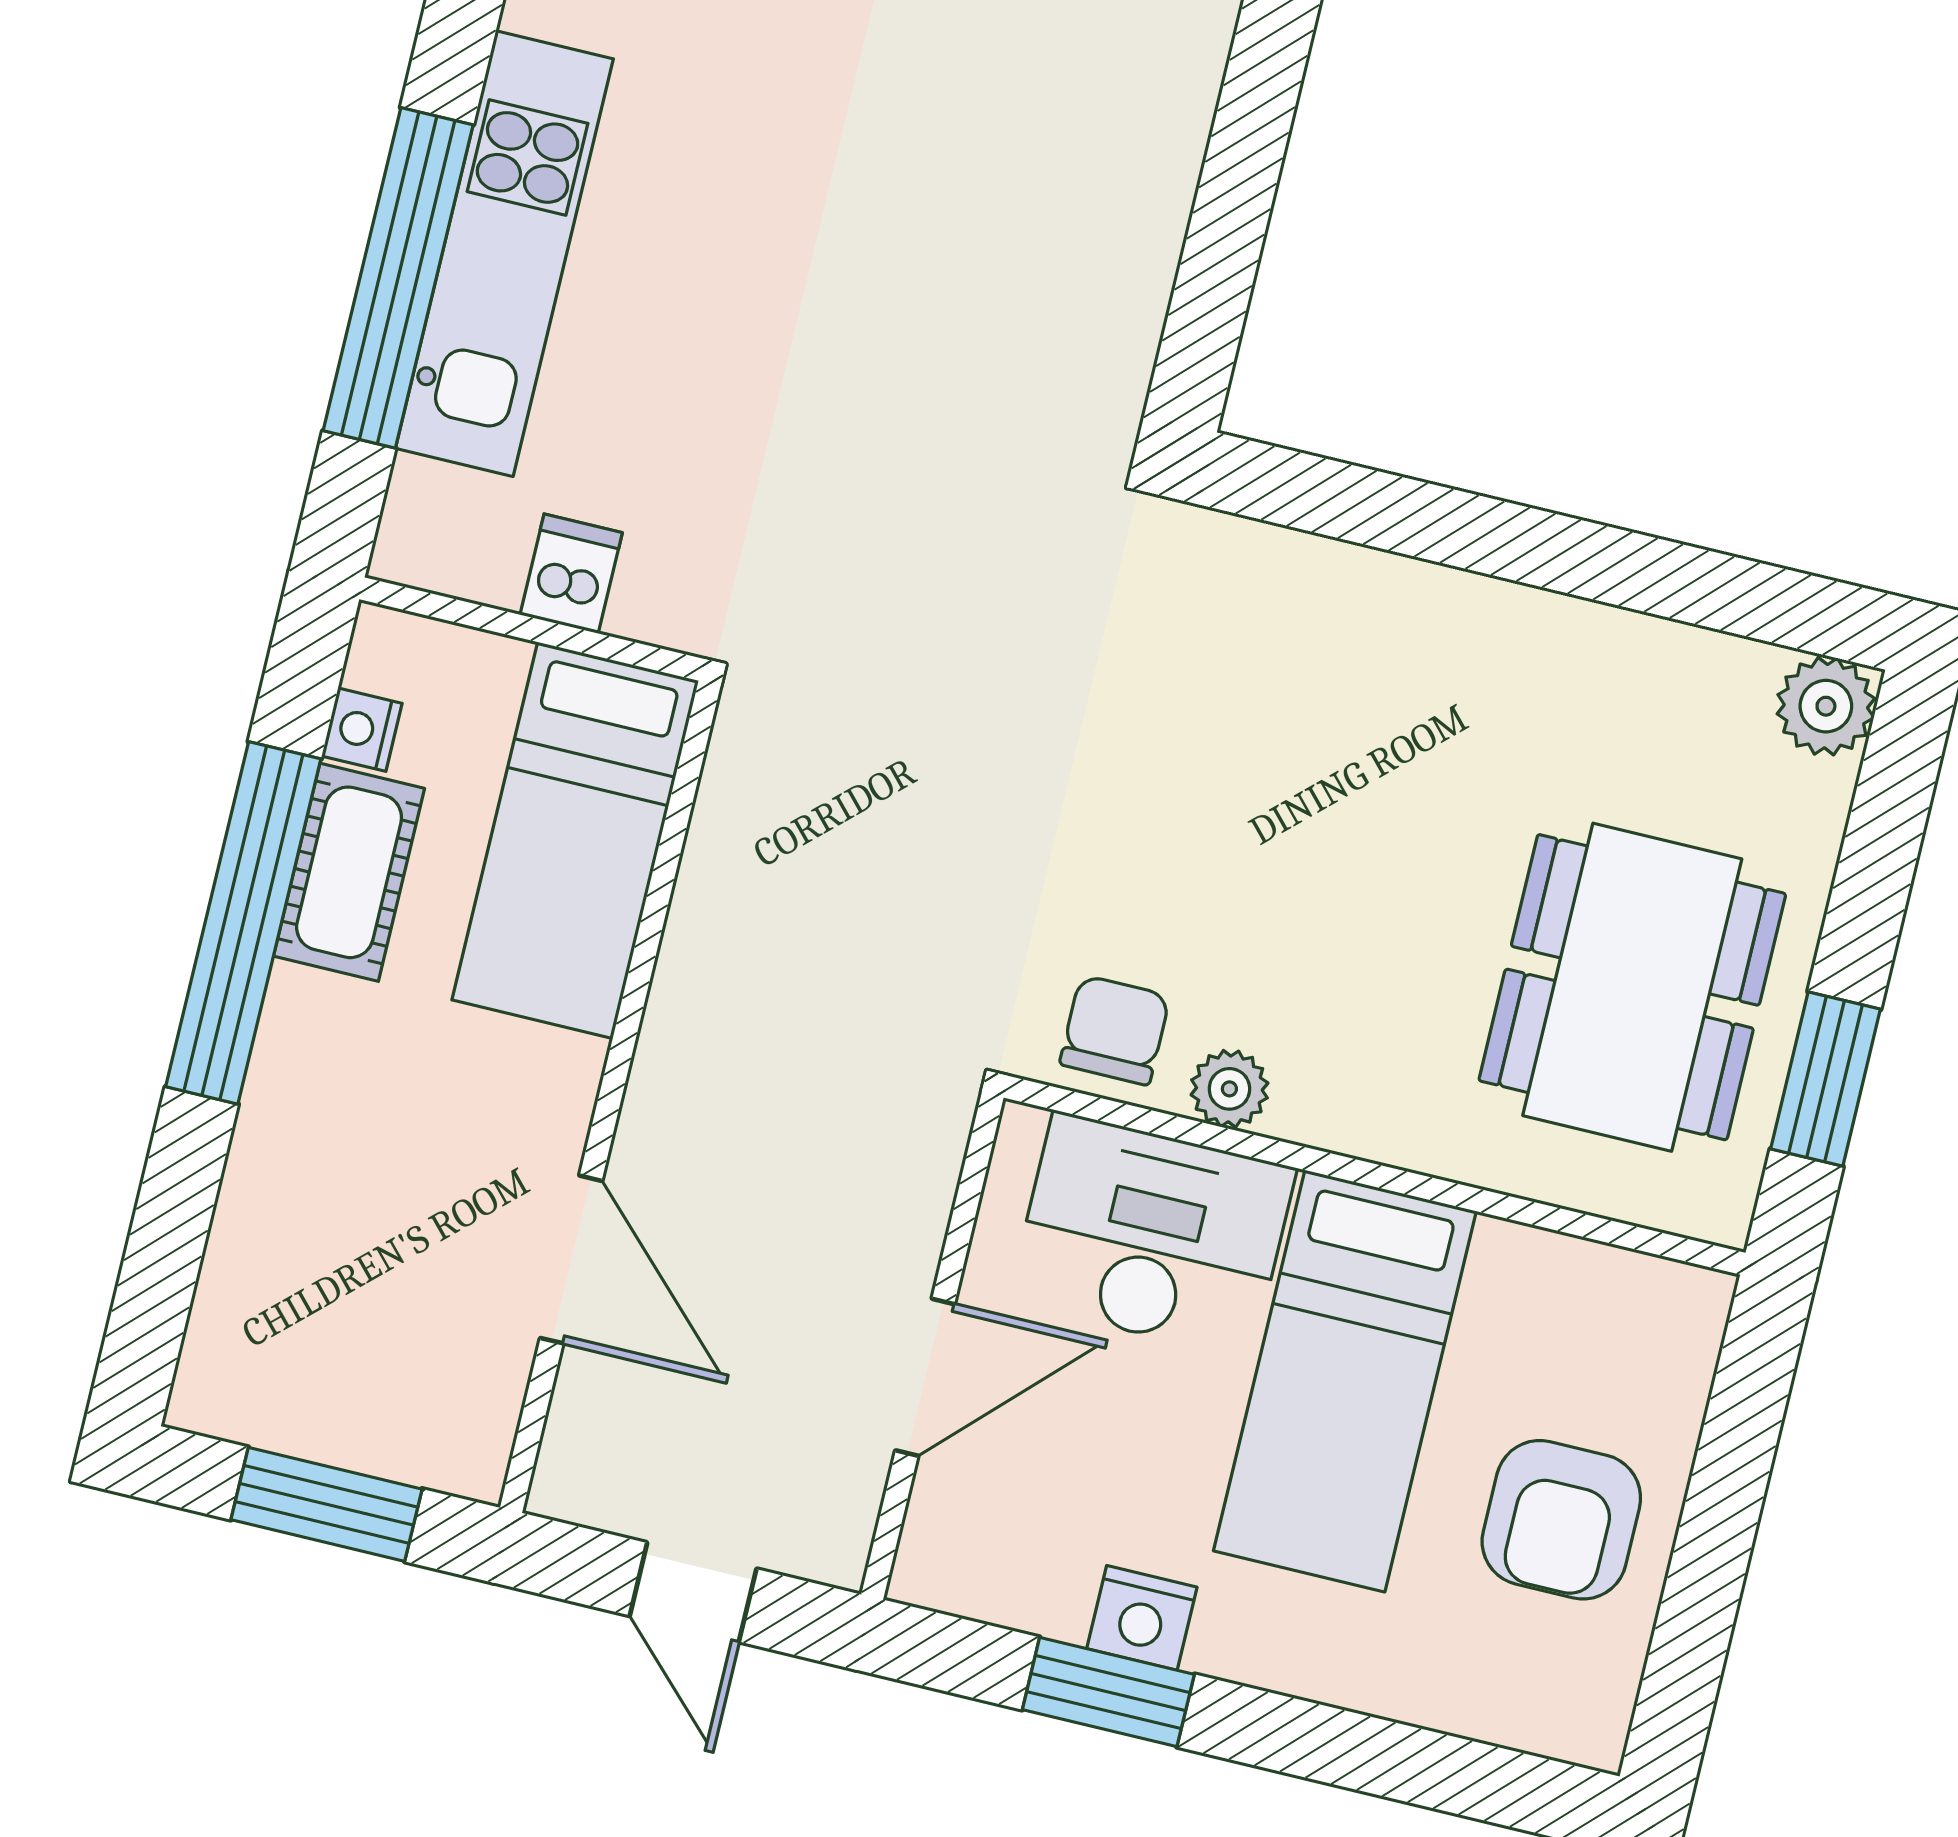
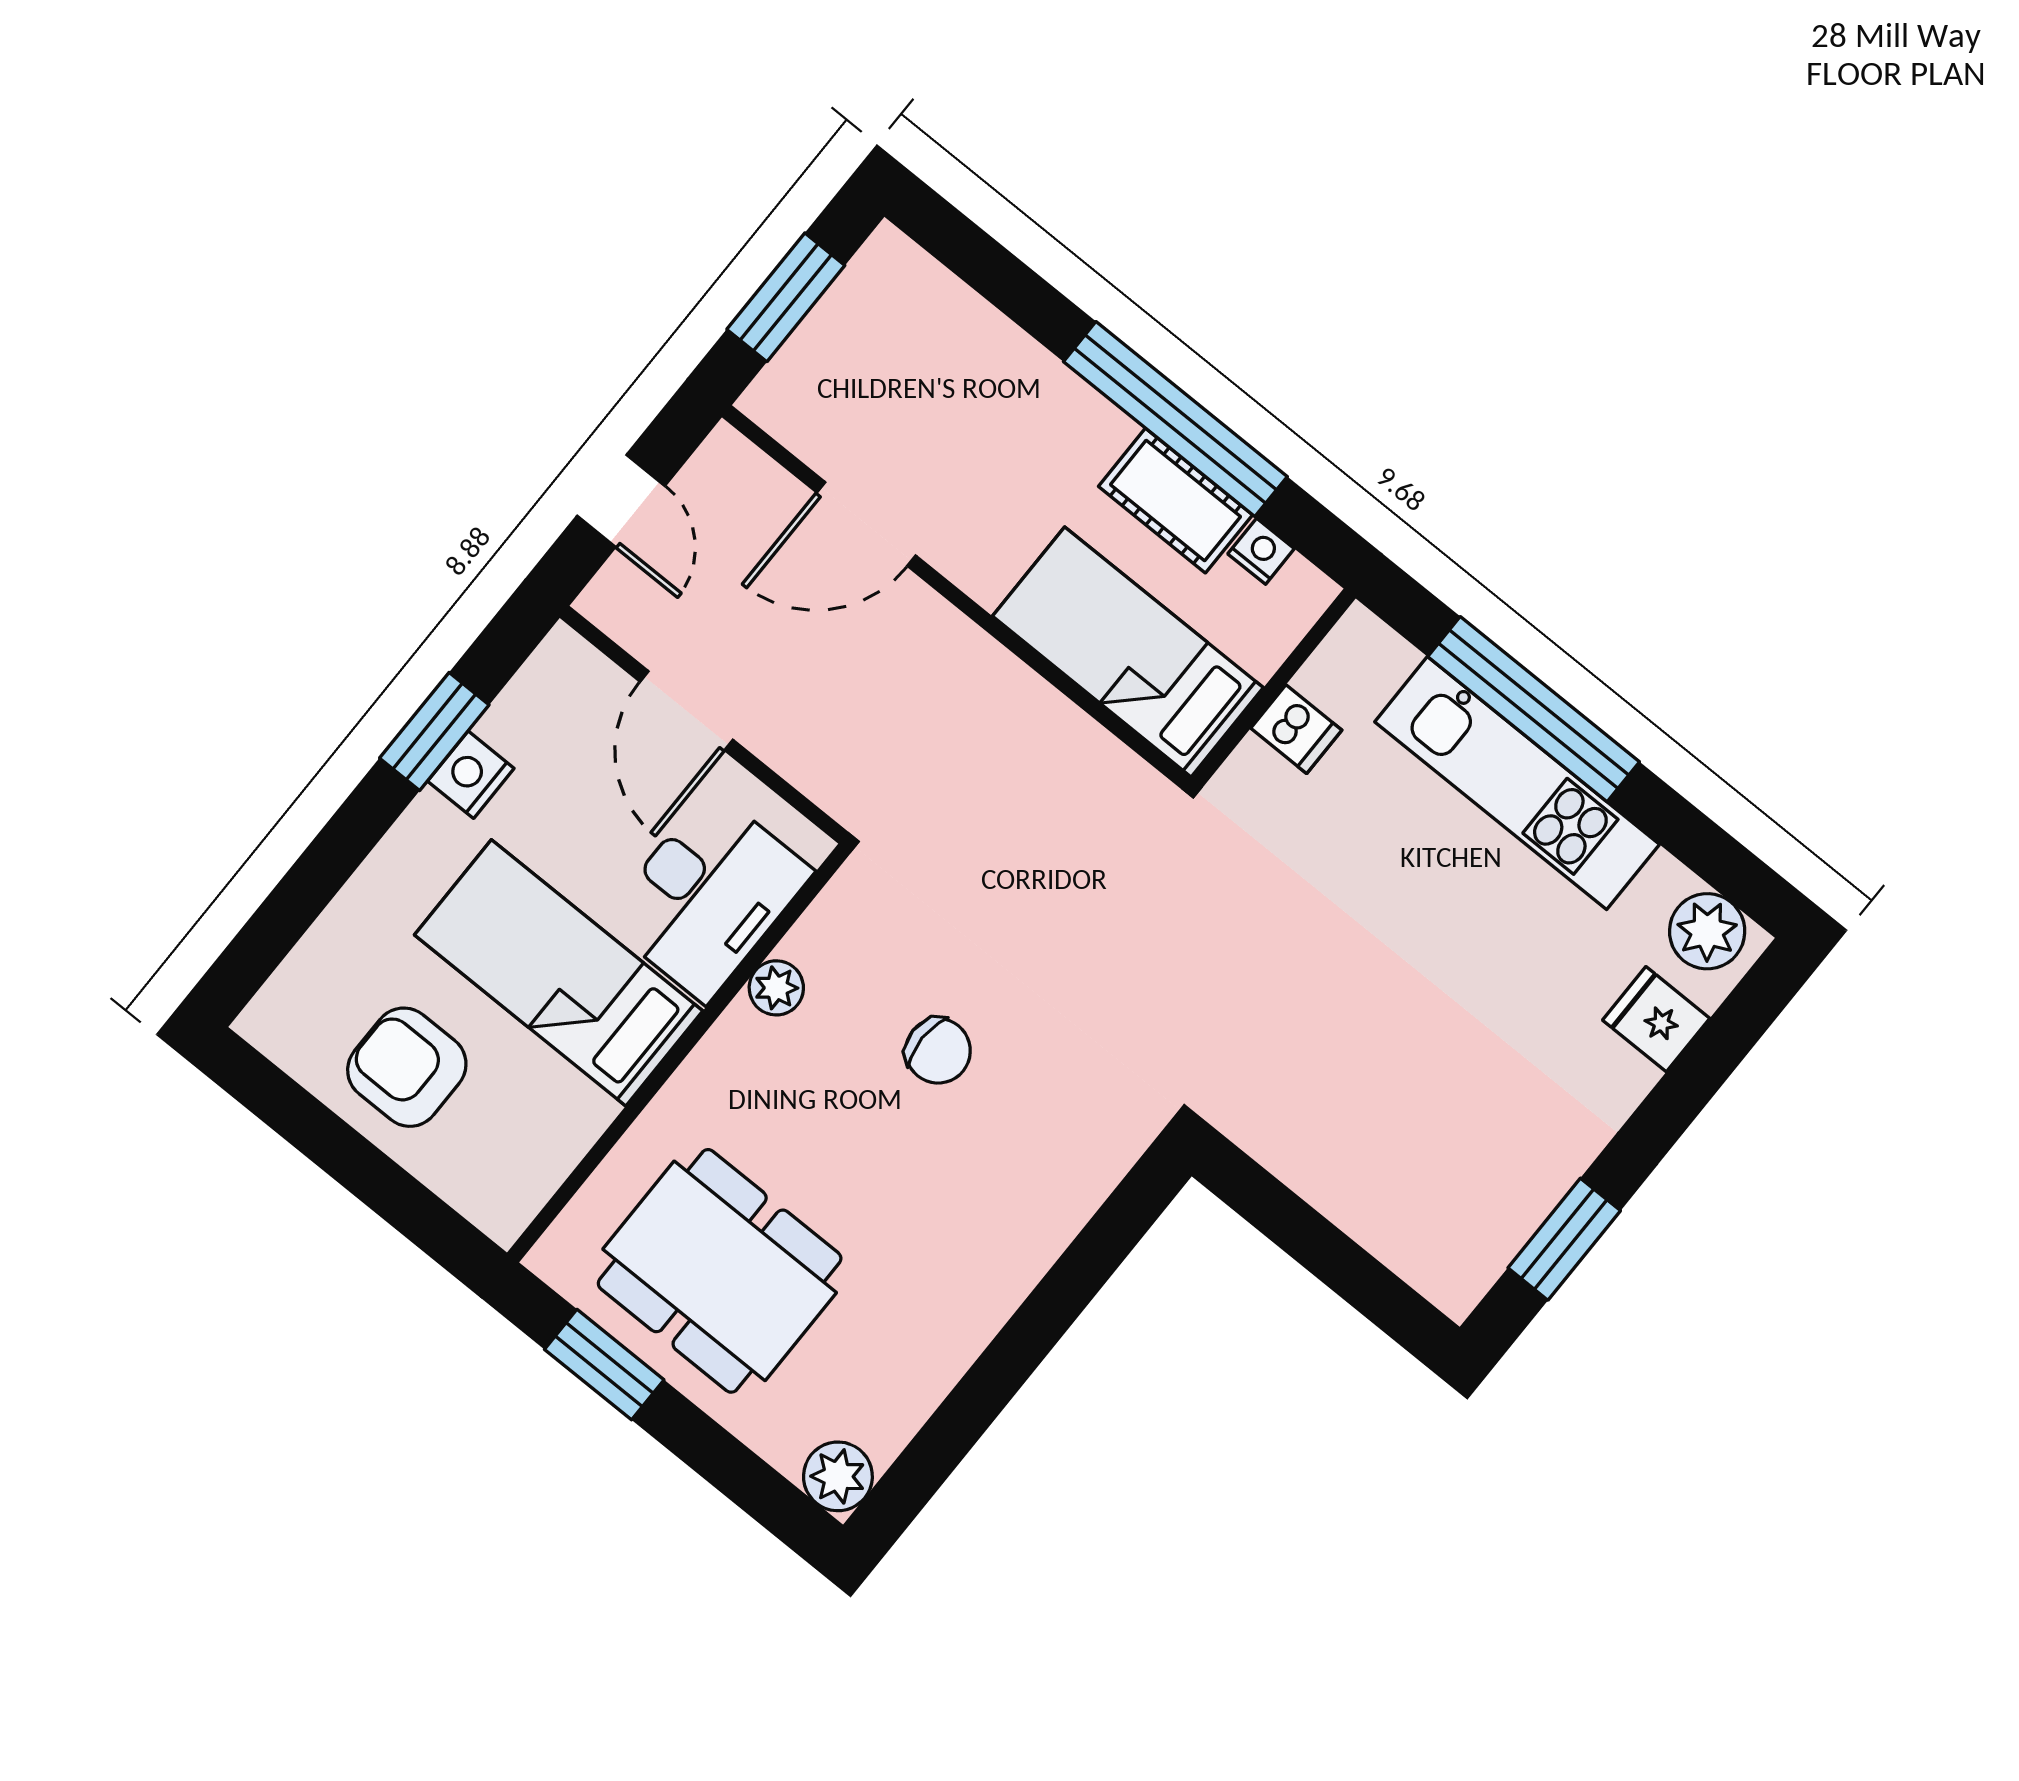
chair: (1115, 1030) -> (938, 1051), moved
door: (693, 1592) -> (621, 501), swing flipped

